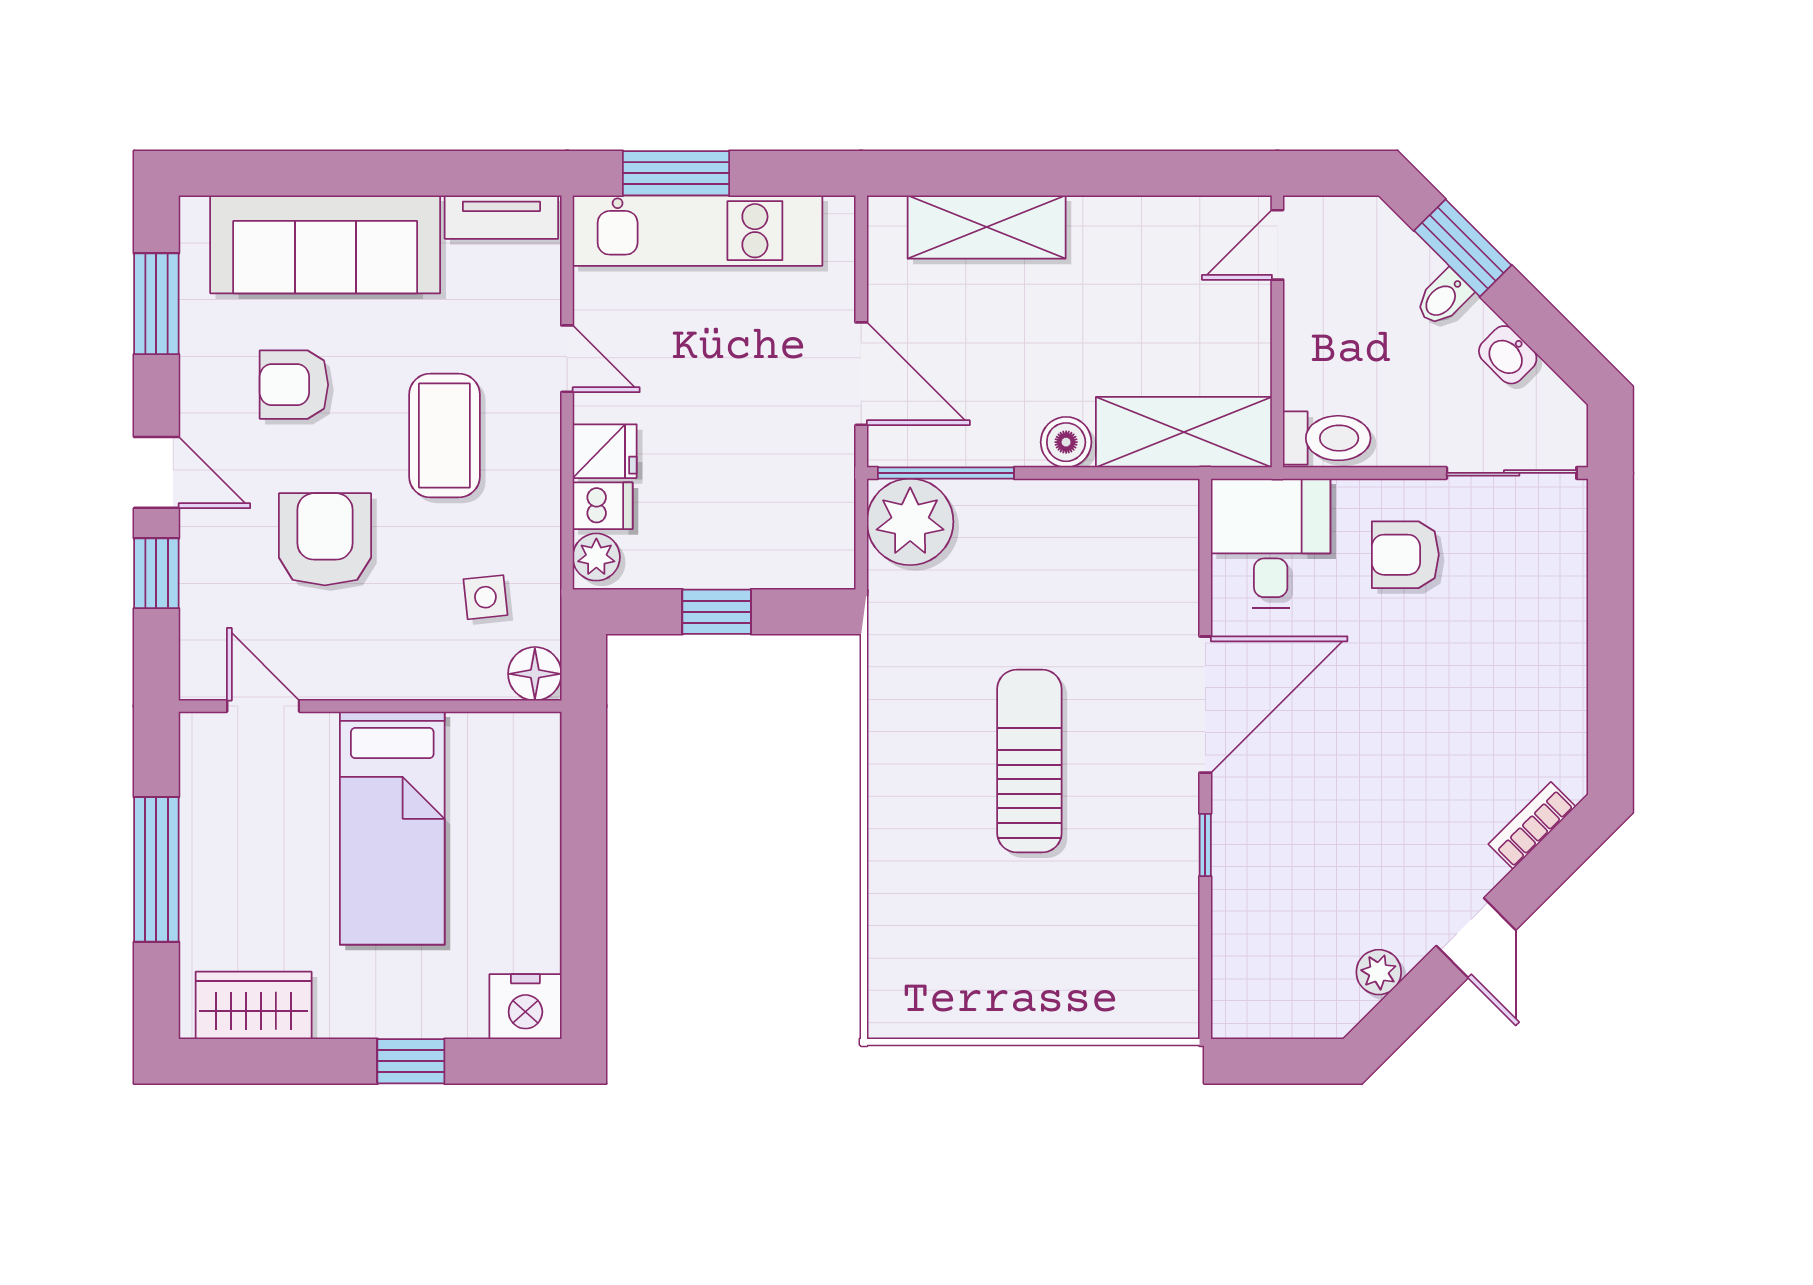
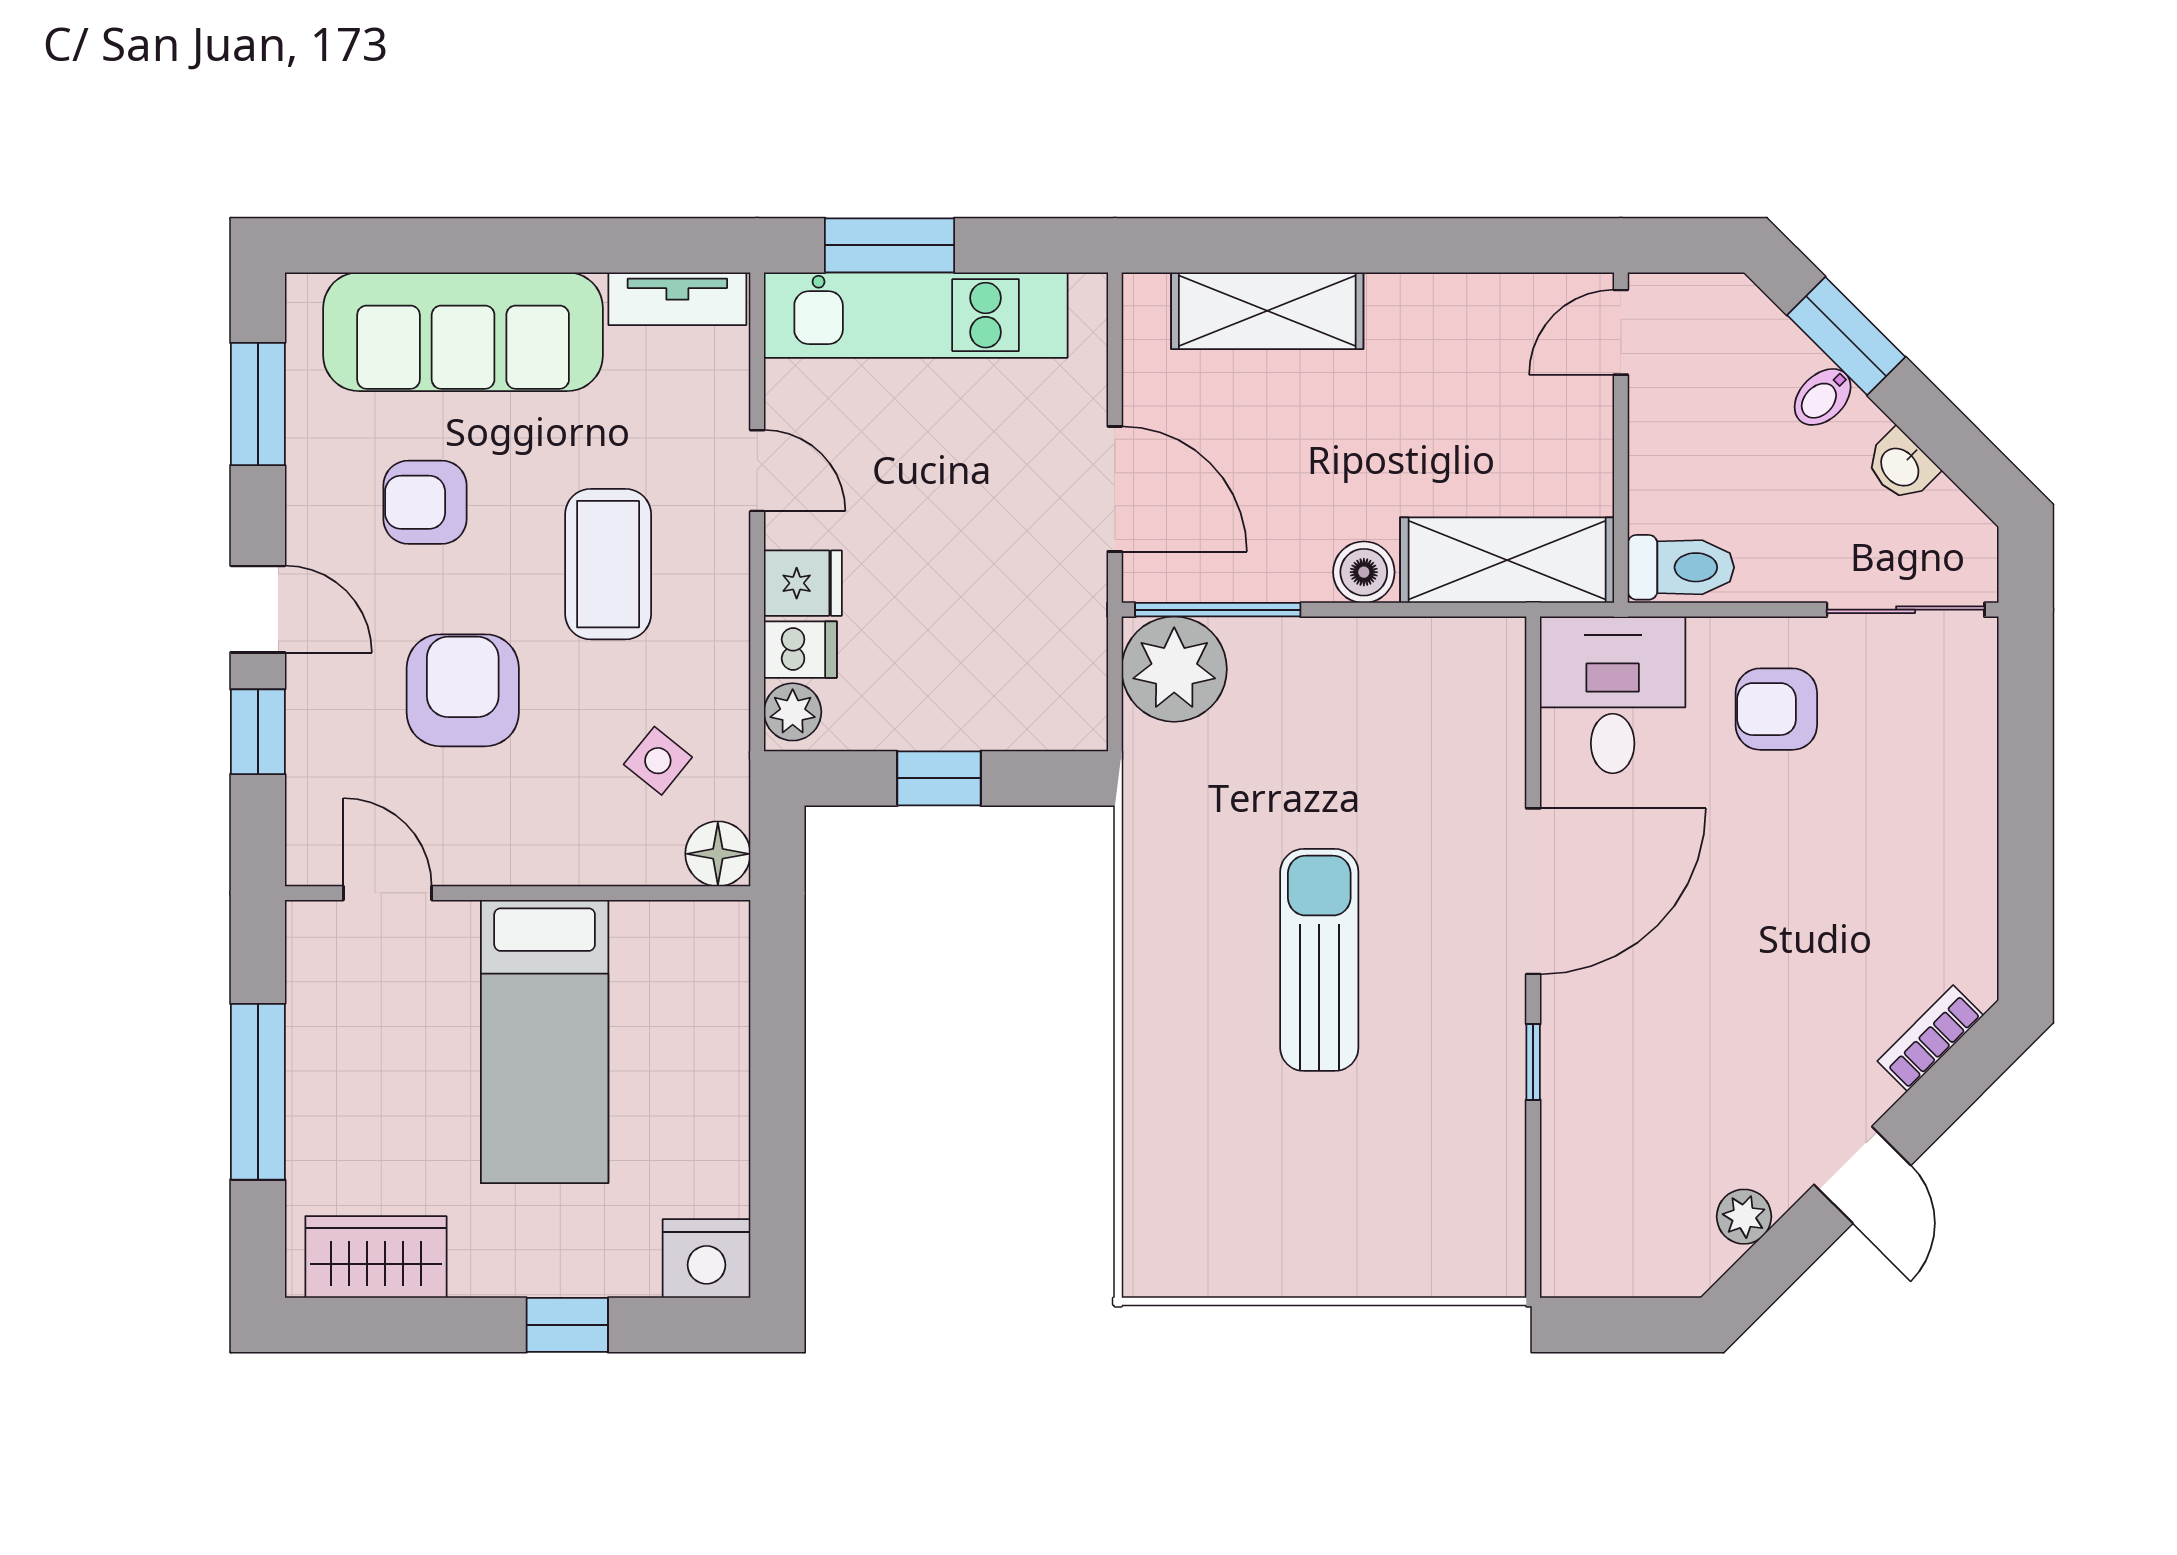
side table: (485, 597) -> (658, 761), turned 45

